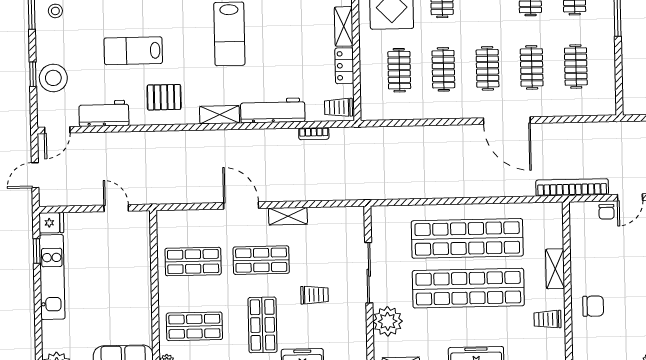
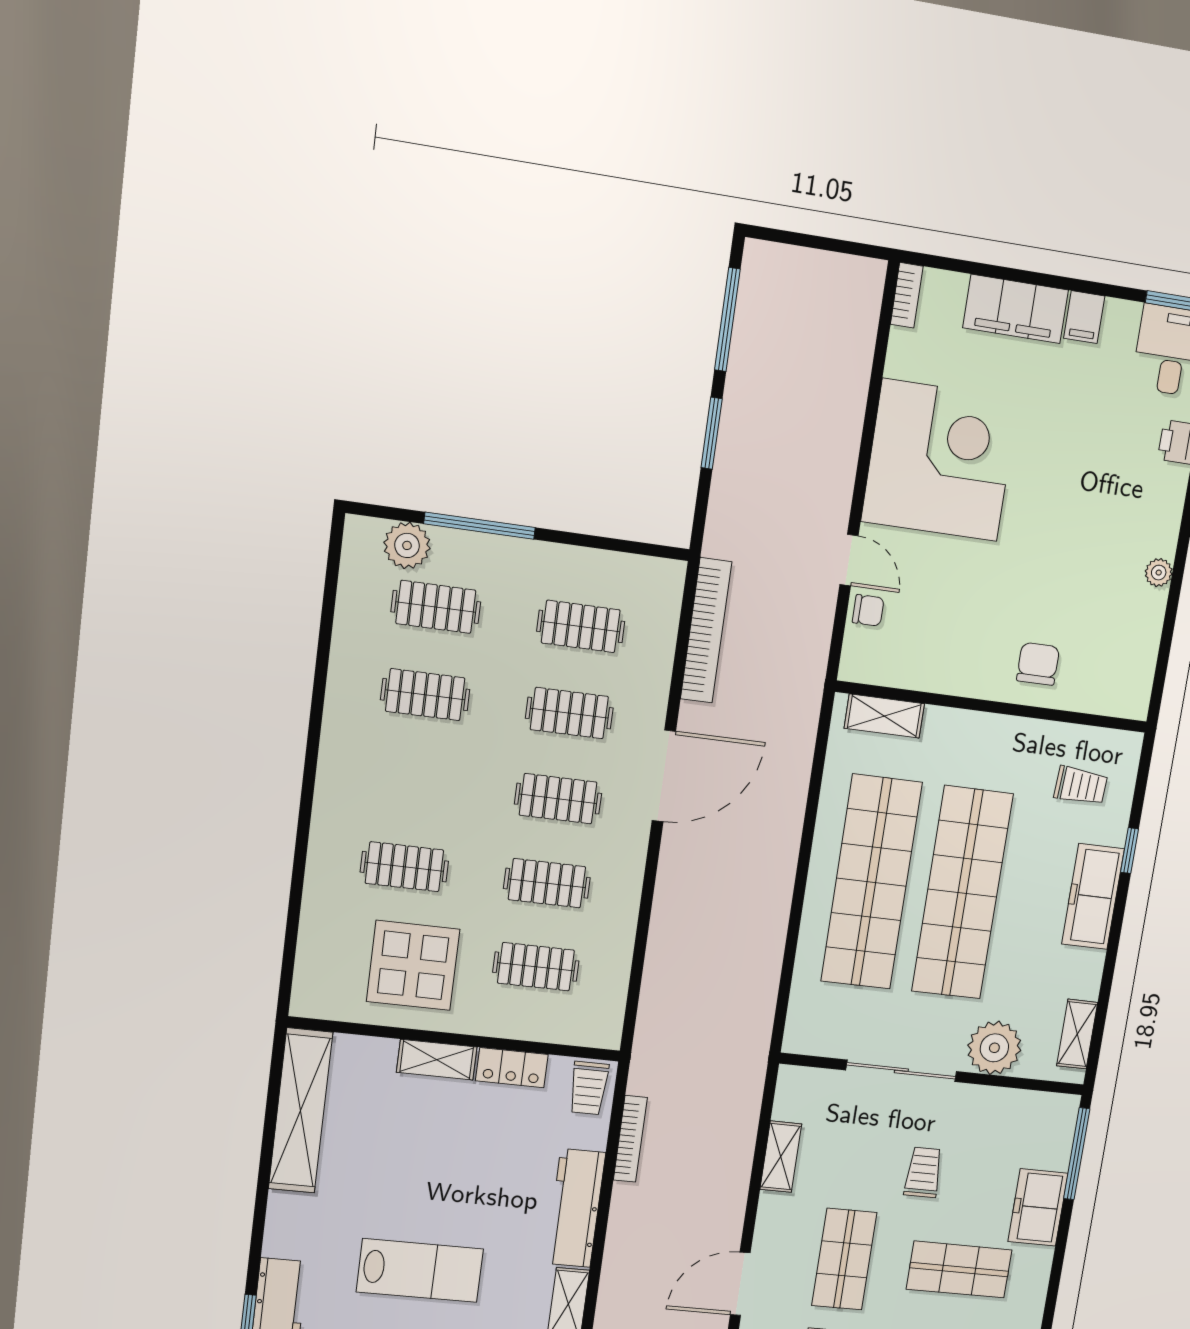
bookcase: (314, 134) -> (630, 1139), width x1.56
bookcase: (572, 187) -> (706, 630), moved, turned 180
shelving: (288, 216) -> (781, 1157), moved
shelving: (555, 269) -> (884, 716), moved
trolley: (547, 319) -> (1081, 786), moved, turned -87

